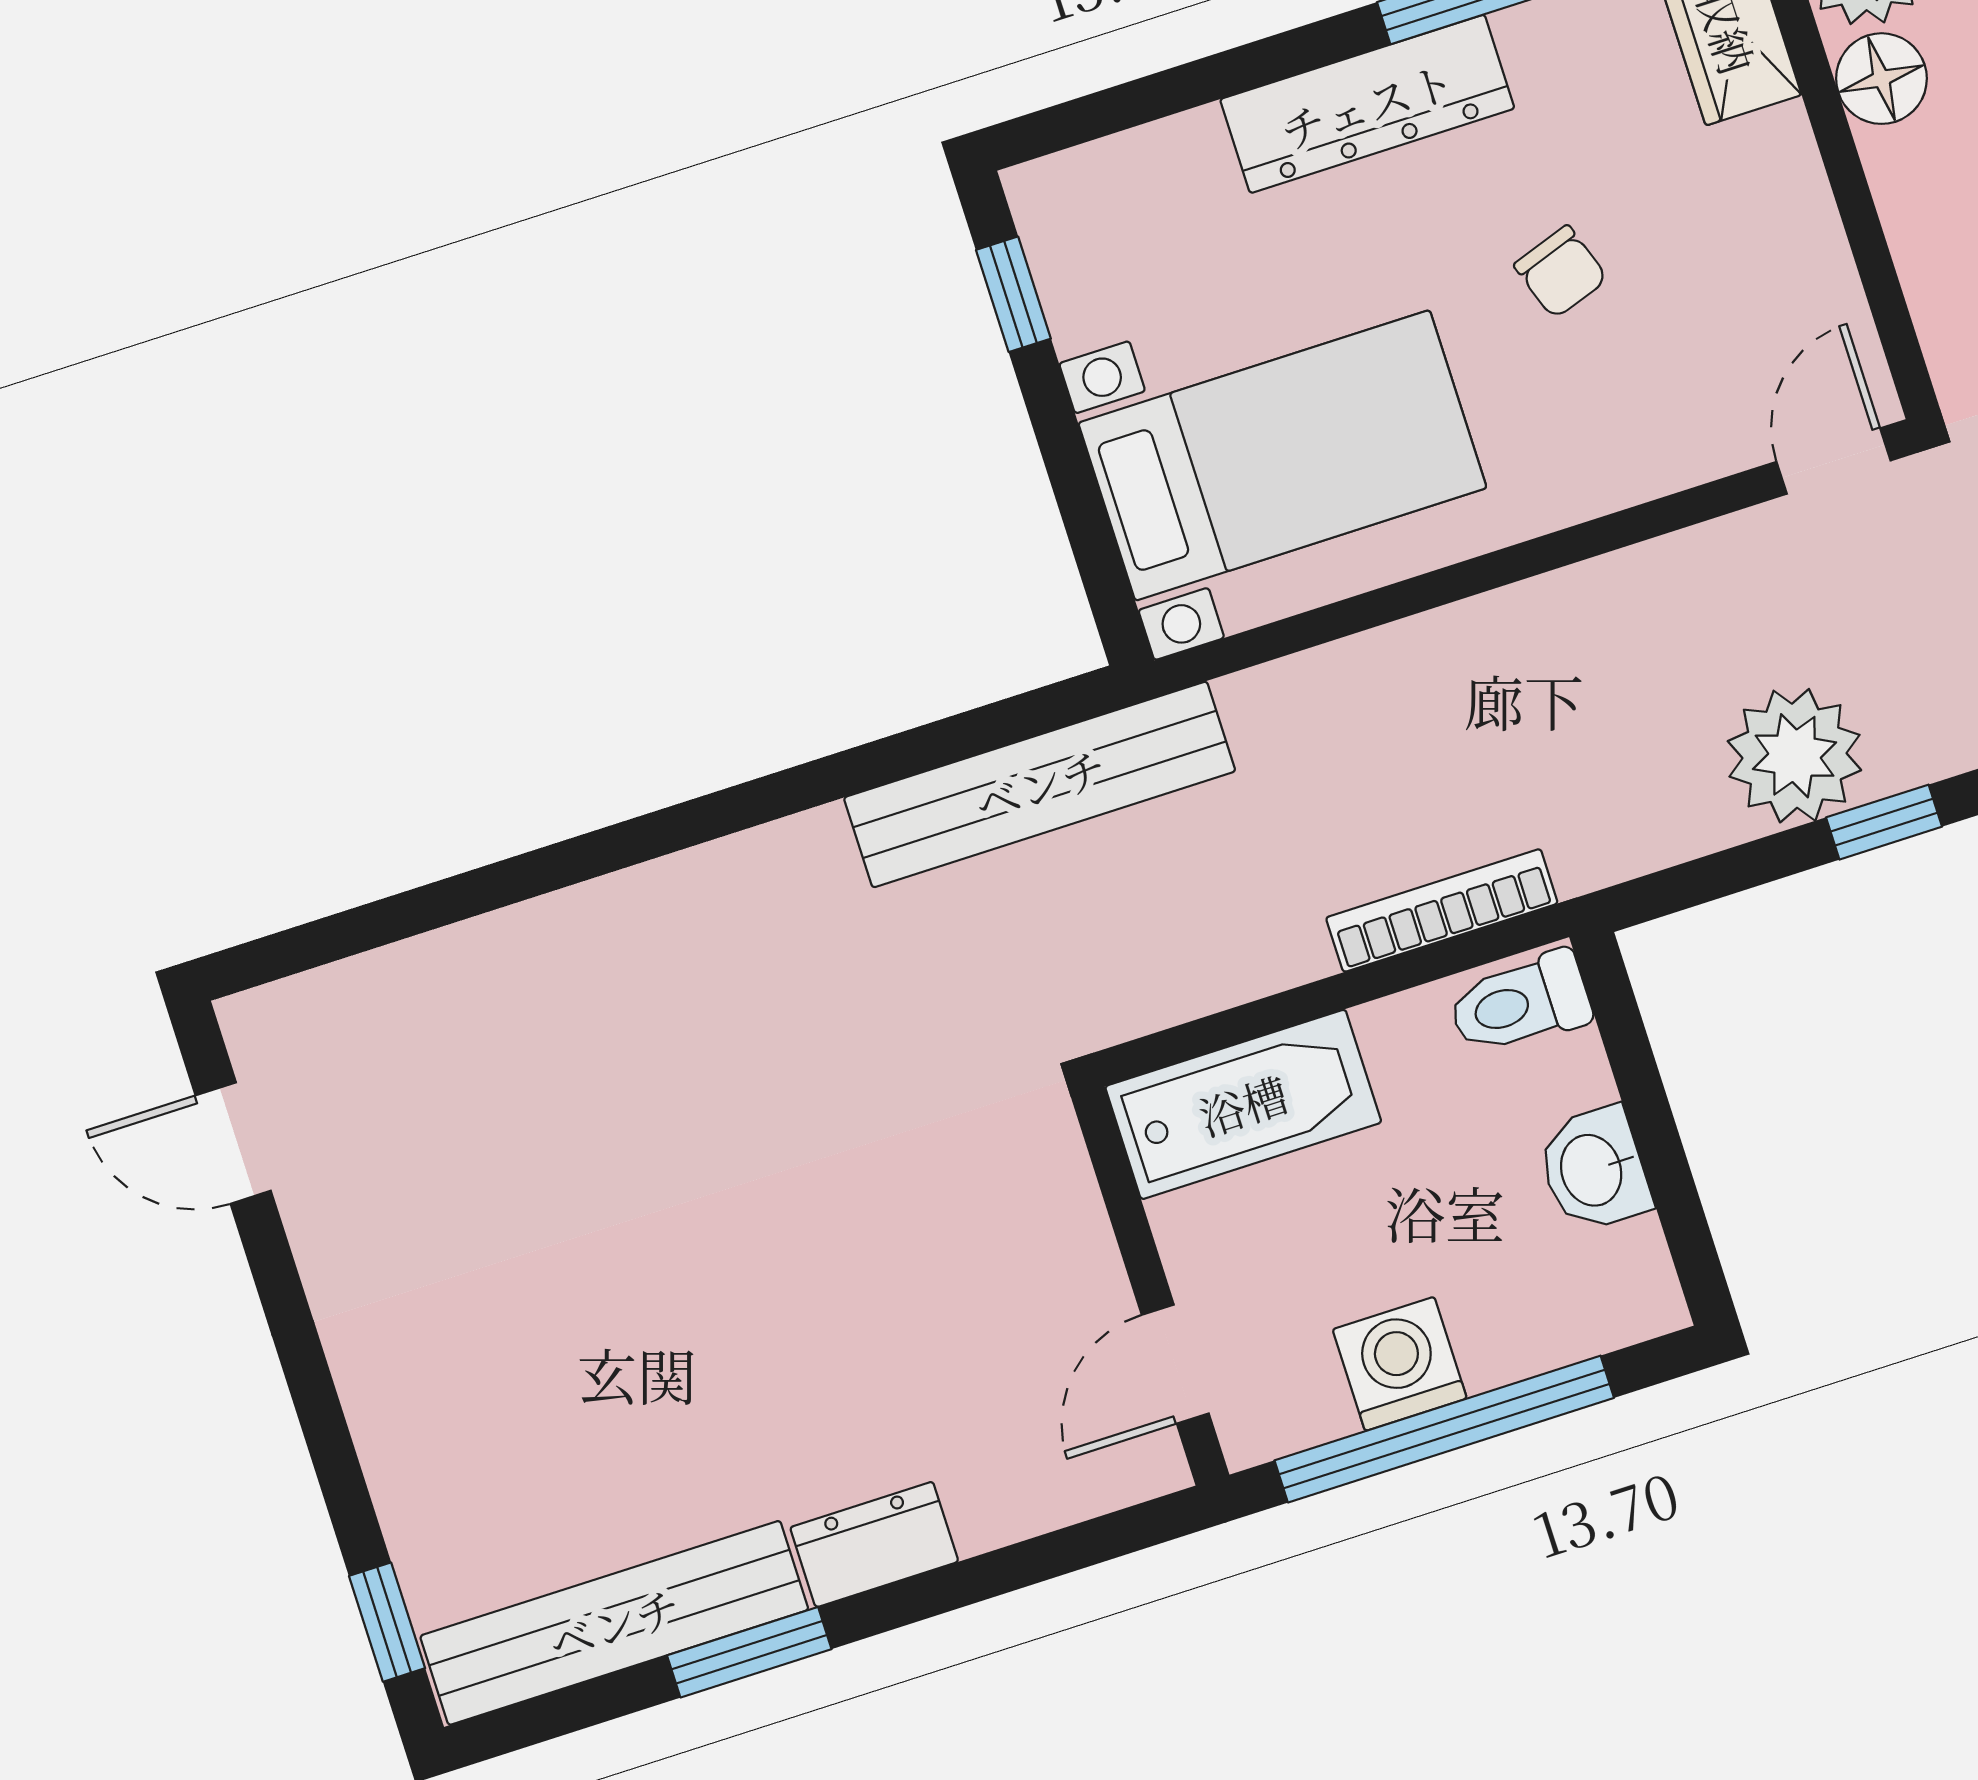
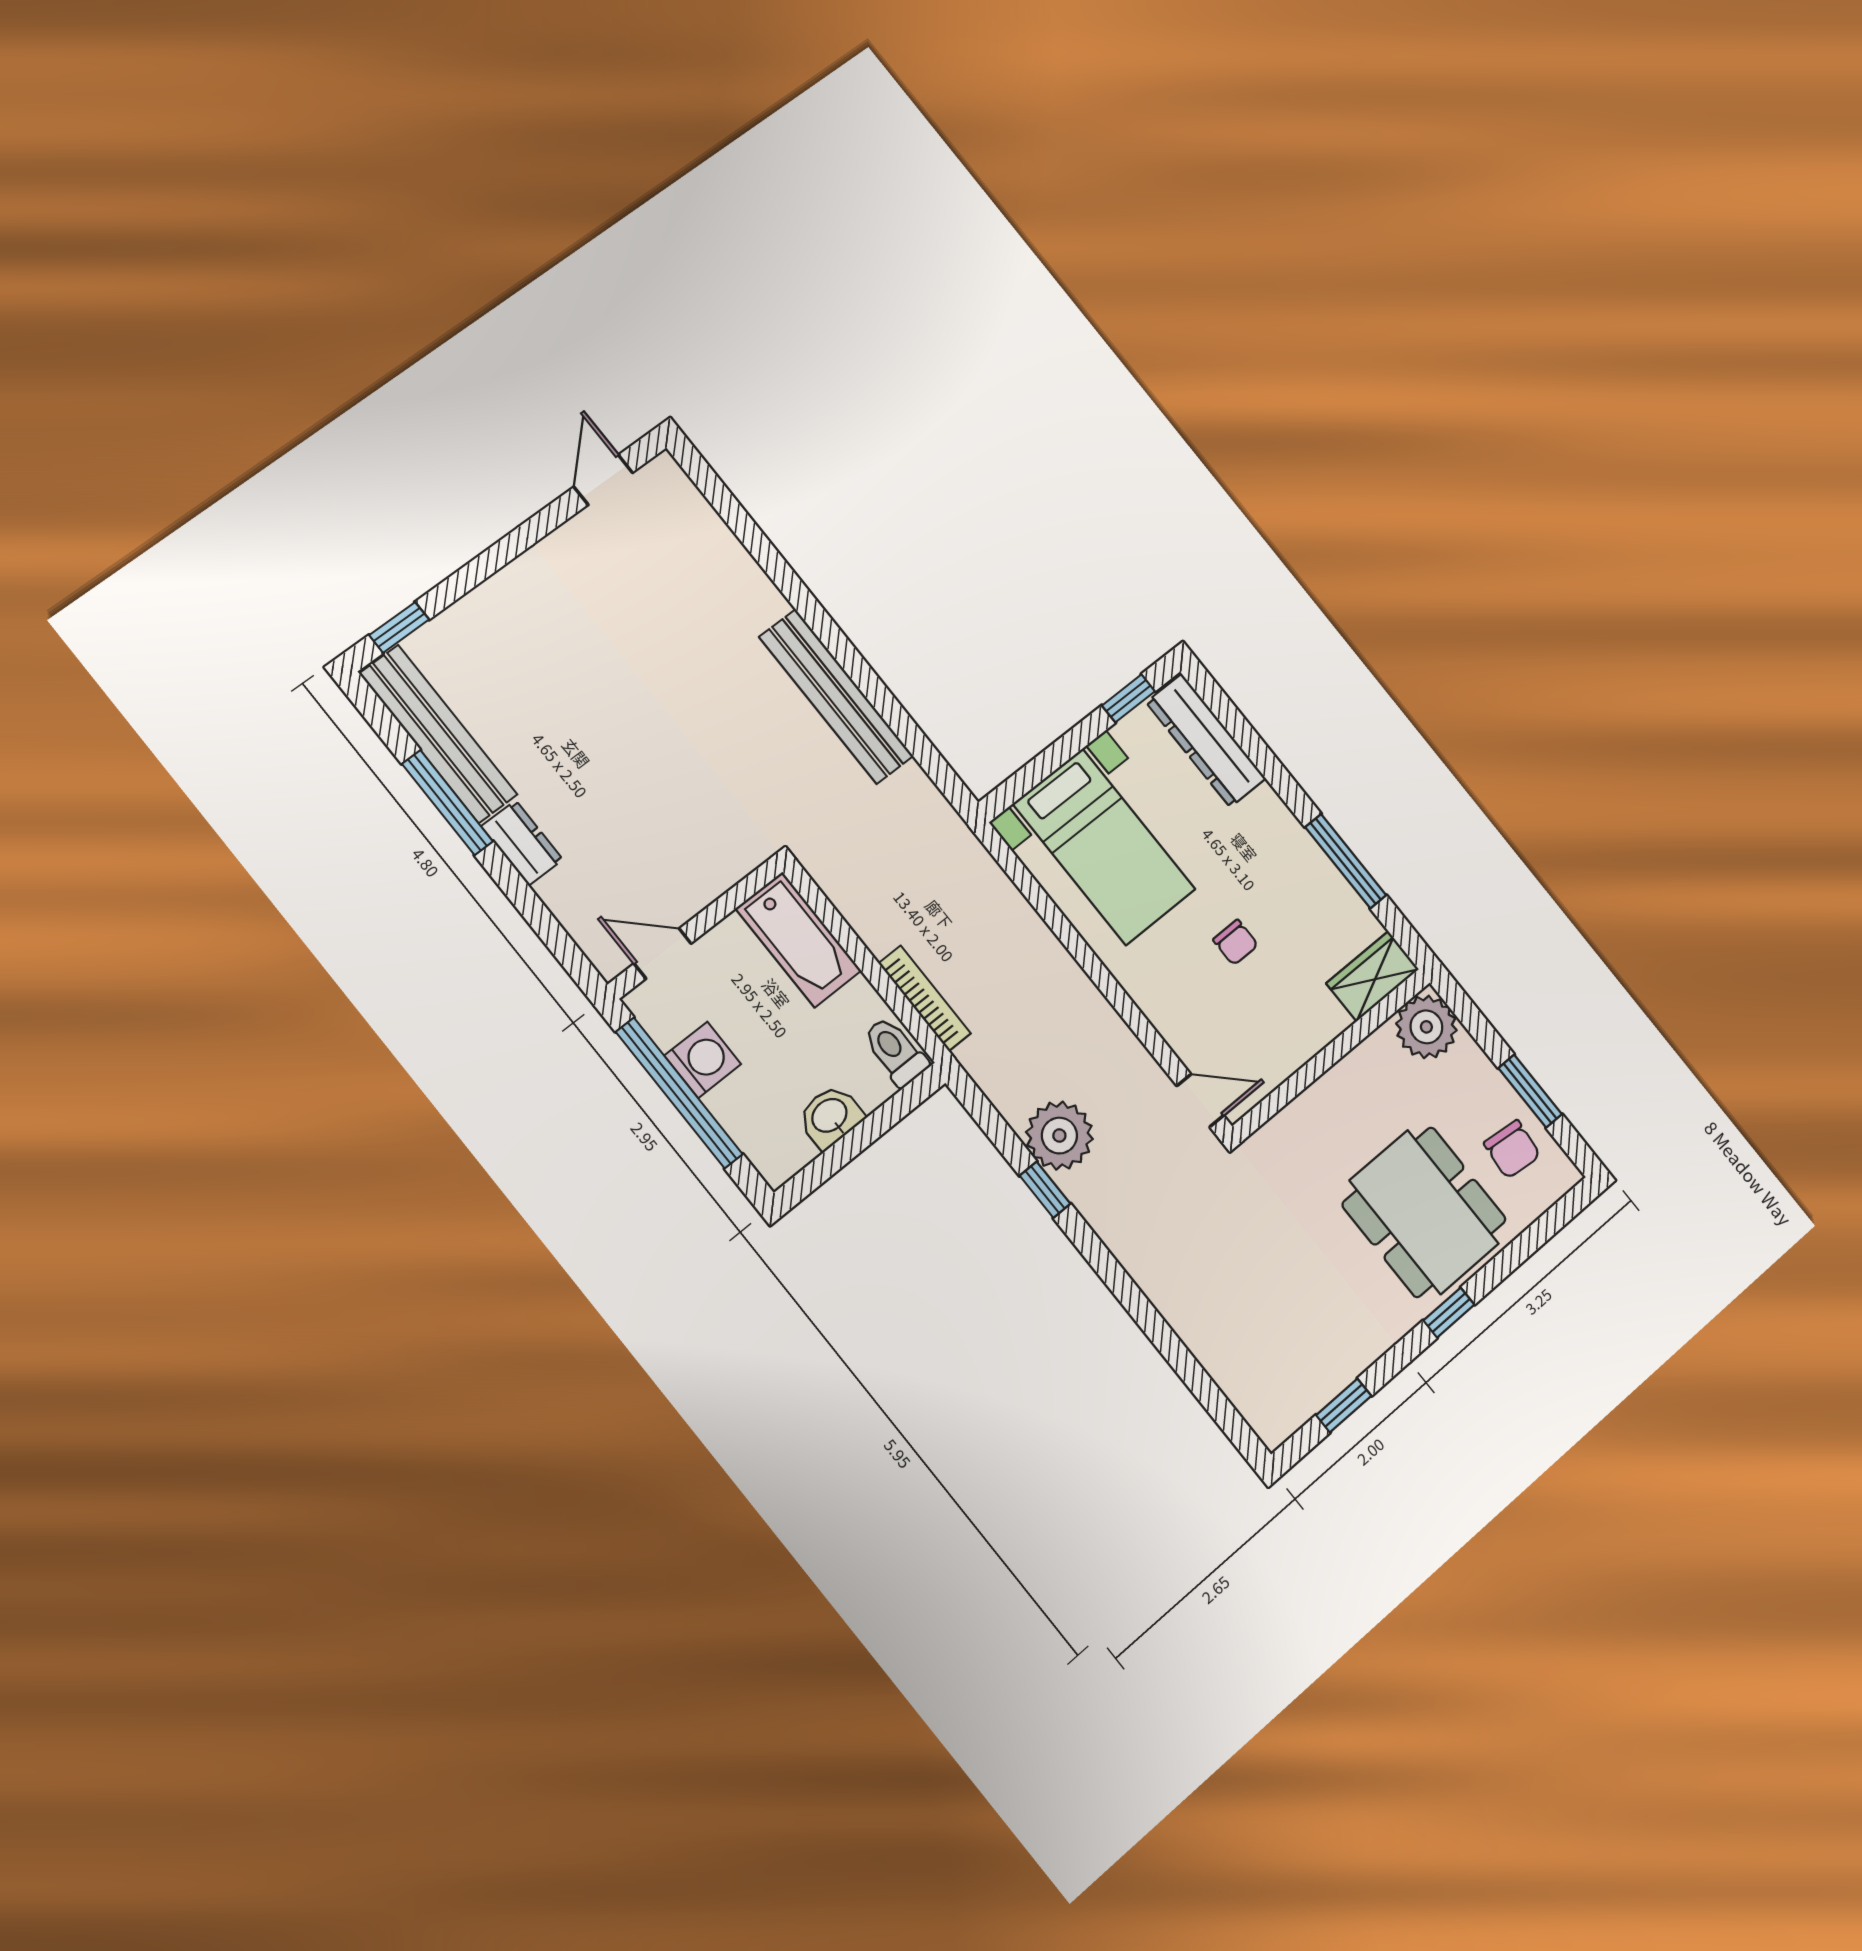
floor lamp: (1881, 79) -> (1378, 1055), removed
dresser: (1367, 104) -> (1206, 740), moved
chair: (1561, 272) -> (1236, 942), turned -71
bench: (1040, 784) -> (836, 696), moved
window: (749, 1652) -> (447, 803), width x1.44

